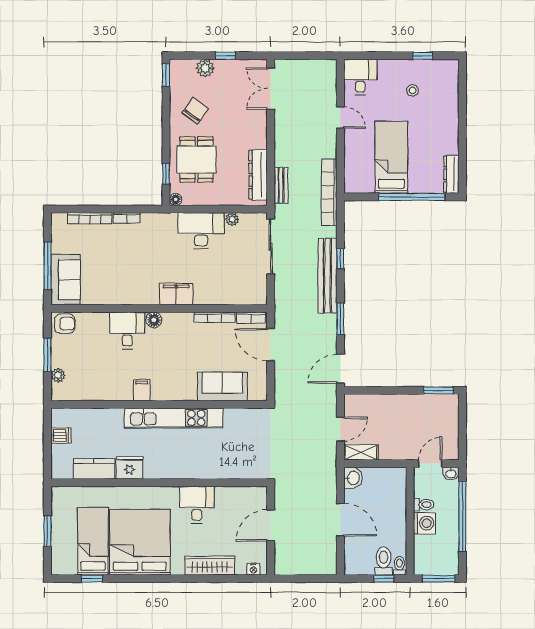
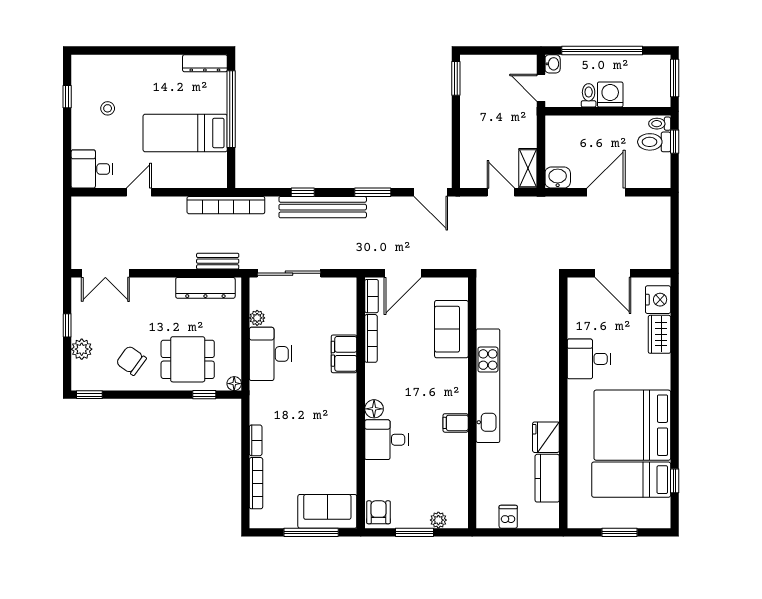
filing cabinet: (176, 294) -> (344, 354), moved
wardrobe: (210, 566) -> (659, 334), width x0.67
nightstand: (253, 569) -> (658, 300), width x1.89, depth x1.79

